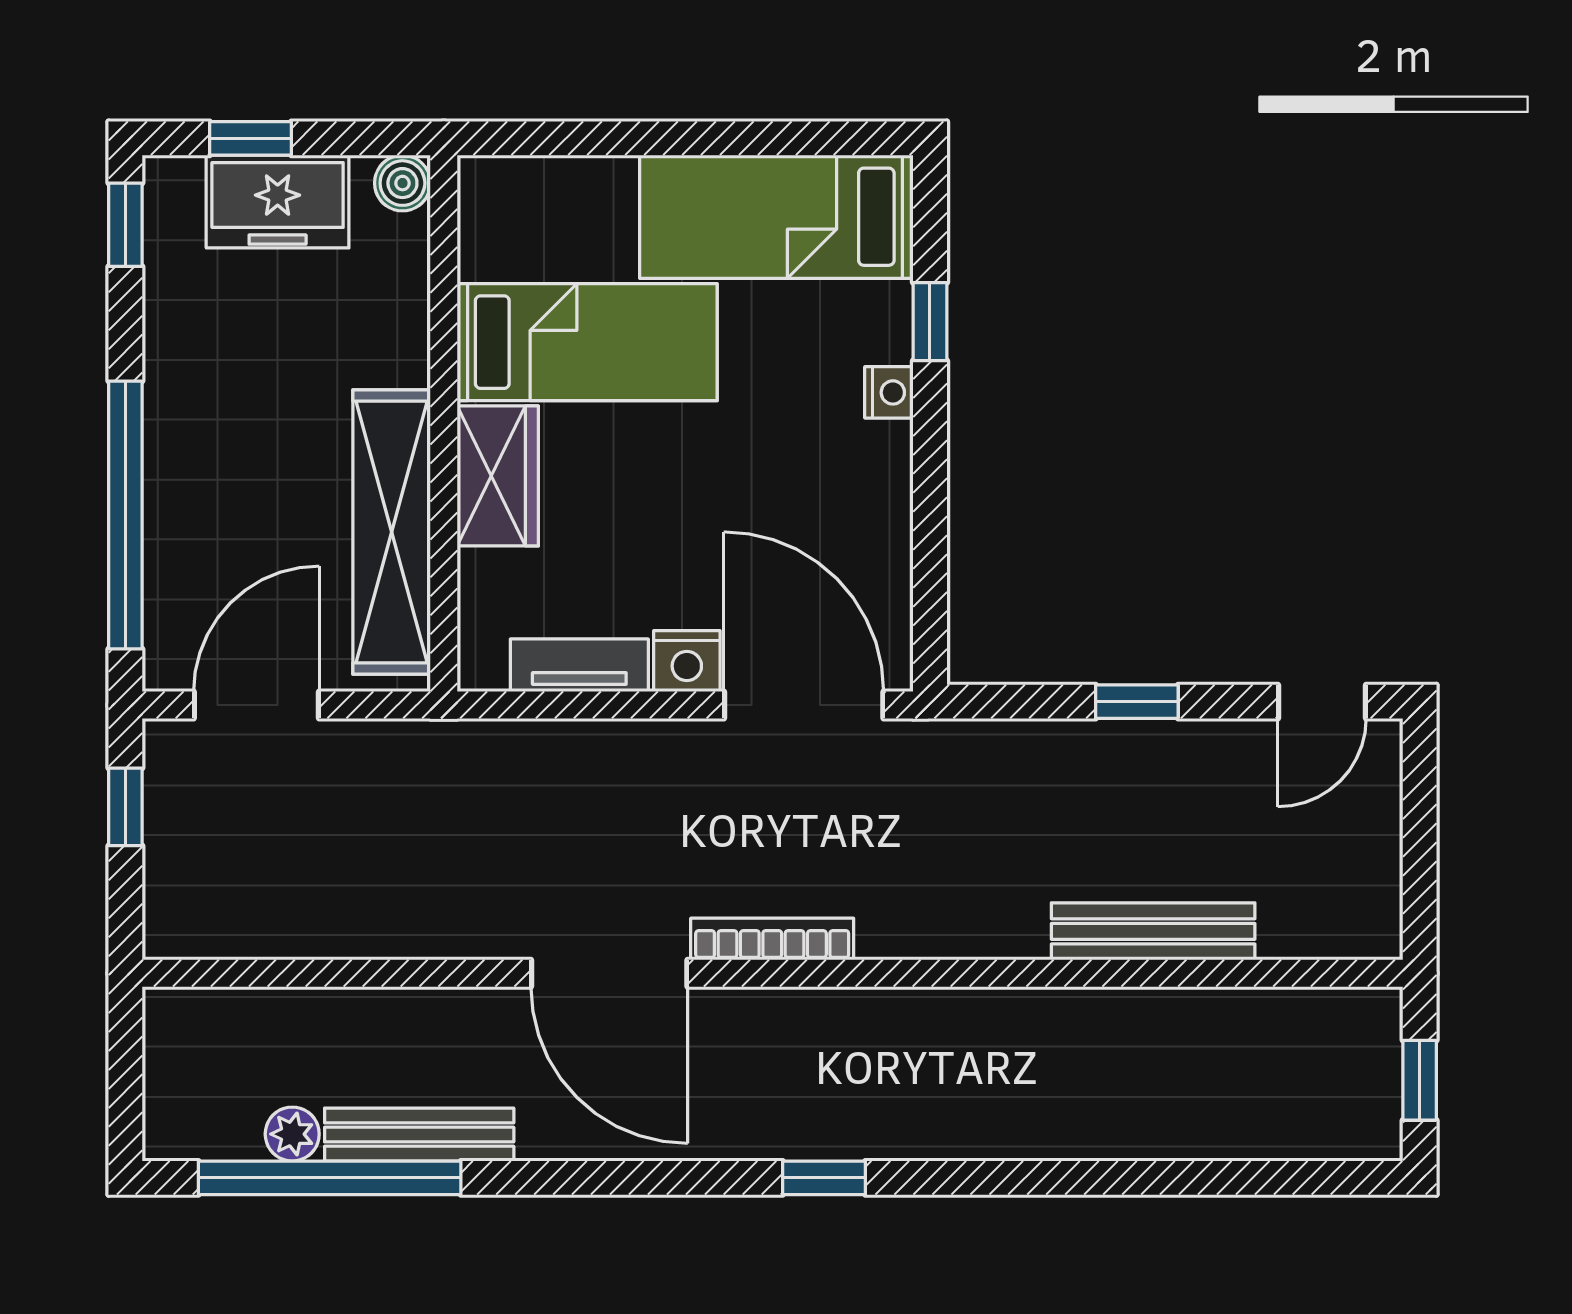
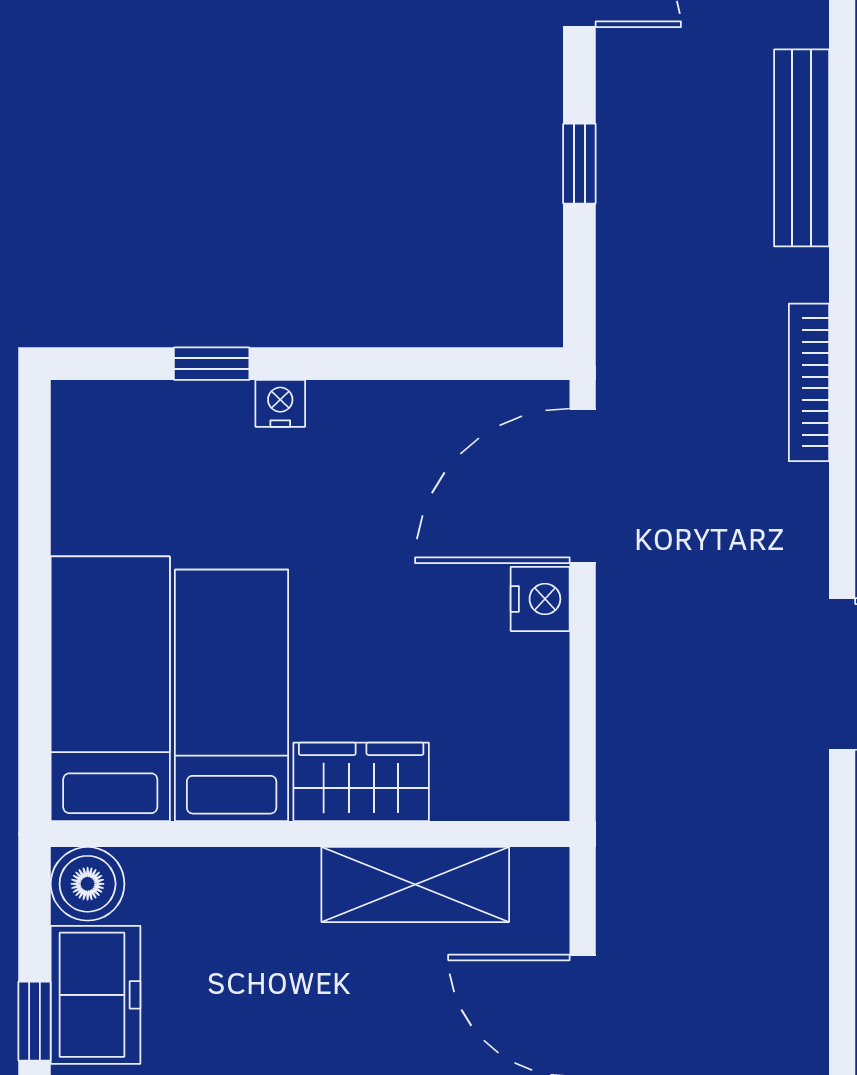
boiler: (402, 183) -> (88, 884), width x1.36, depth x1.36
bed: (776, 217) -> (110, 689), moved, turned 180
shelving: (392, 532) -> (415, 885), width x0.68
tv unit: (579, 665) -> (544, 703), removed
bookcase: (772, 939) -> (809, 382), moved

